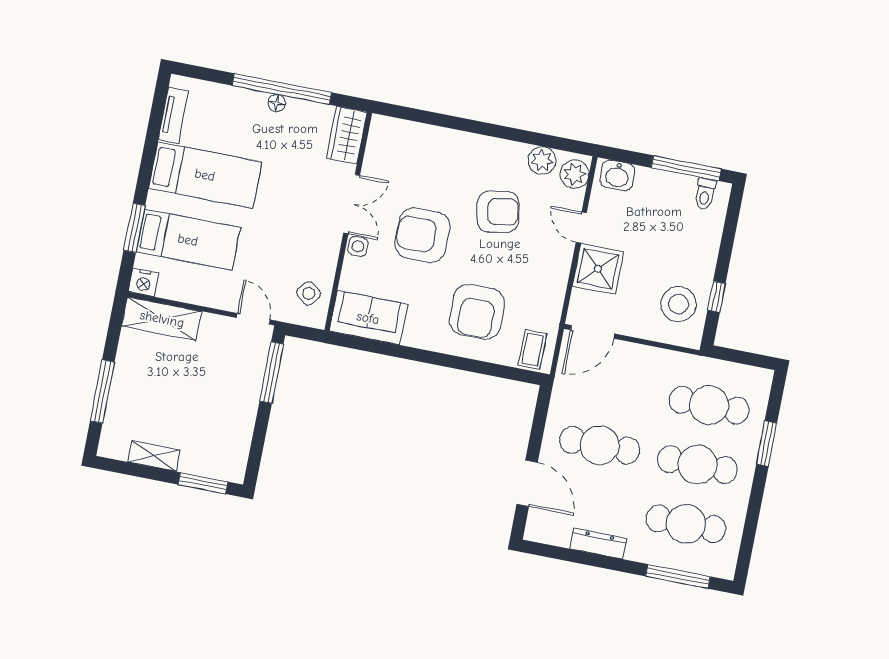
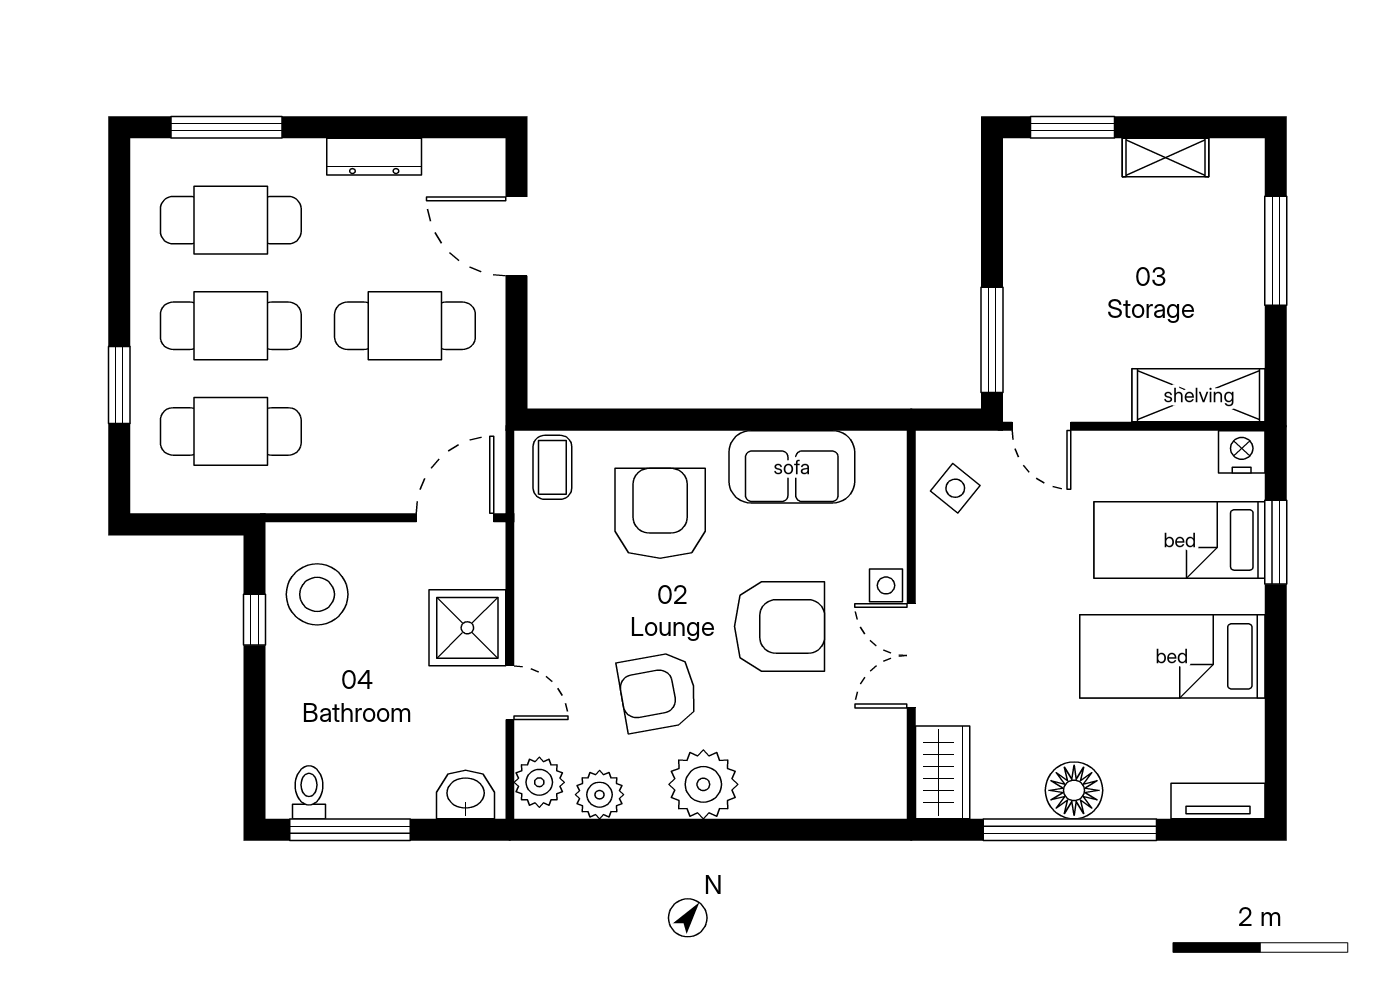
floor lamp: (277, 103) -> (1074, 790), width x1.89, depth x1.89
tv unit: (173, 115) -> (1218, 801), moved, turned 90
plant: (483, 155) -> (703, 784), added
sofa: (368, 318) -> (792, 467), moved

